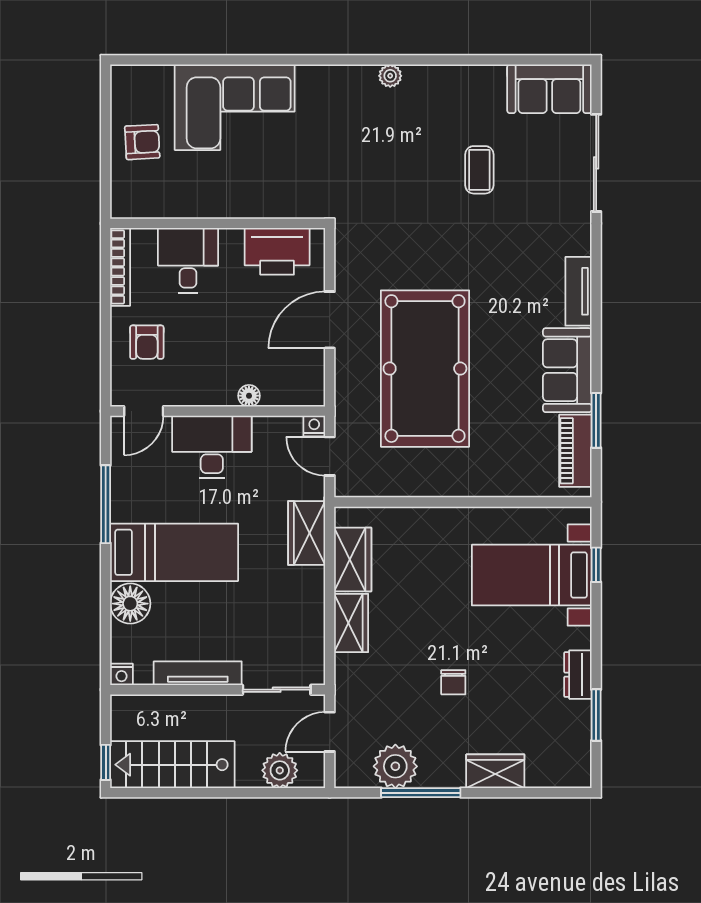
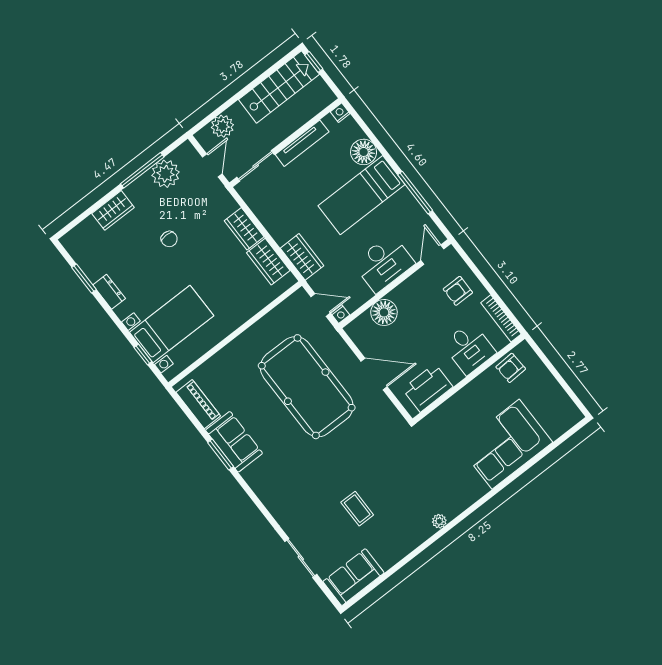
armchair: (142, 142) -> (511, 368), moved
sliding door: (596, 163) -> (301, 558), width x0.73
tv unit: (578, 291) -> (259, 486), removed
door: (330, 320) -> (374, 374), hinge flipped
armchair: (147, 342) -> (458, 291), turned -90
floor lamp: (249, 396) -> (384, 312), width x1.89, depth x1.89
window: (596, 420) -> (221, 455), moved
chair: (453, 682) -> (169, 239), turned 180

